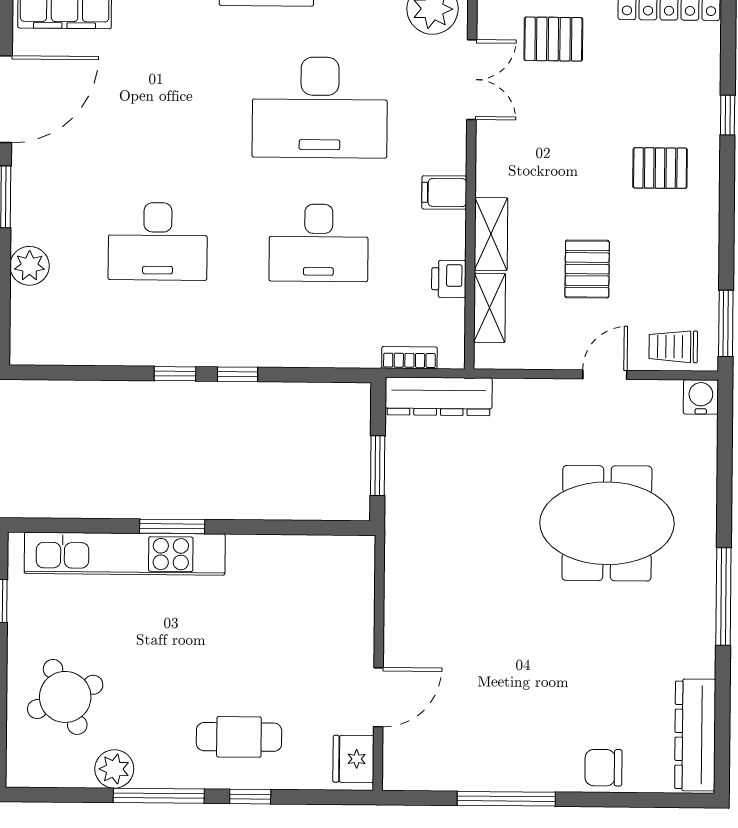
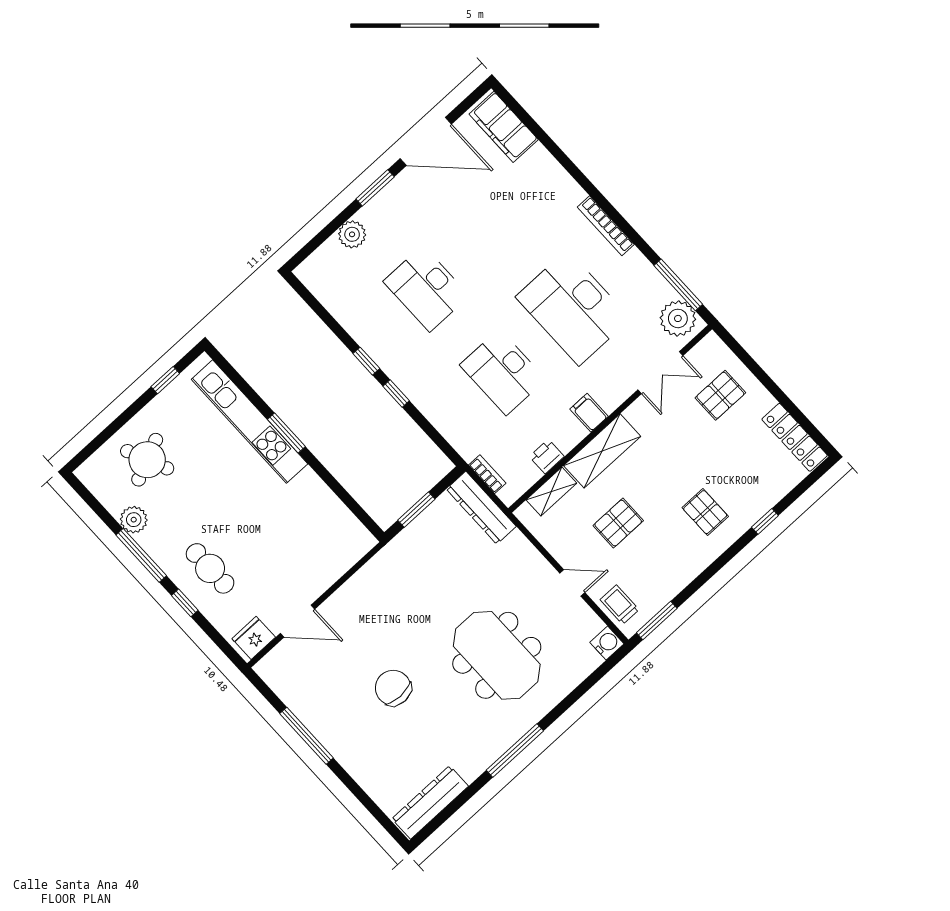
pallet: (553, 39) -> (720, 395), turned 90
shelving: (491, 234) -> (602, 451), width x1.50, depth x1.33
chair: (603, 768) -> (393, 688), moved, width x1.37, depth x1.37

